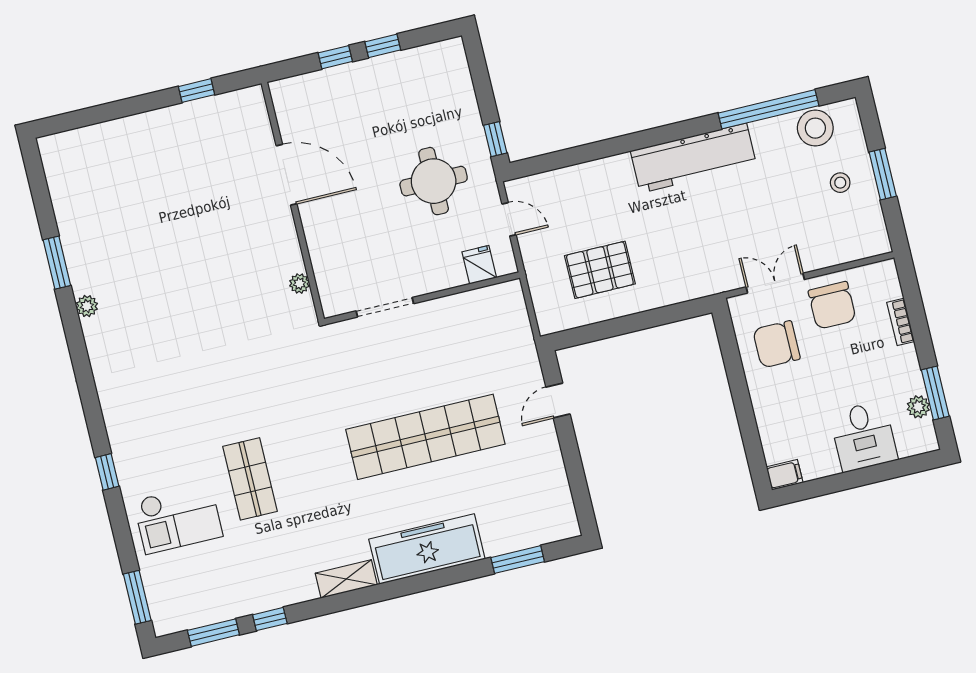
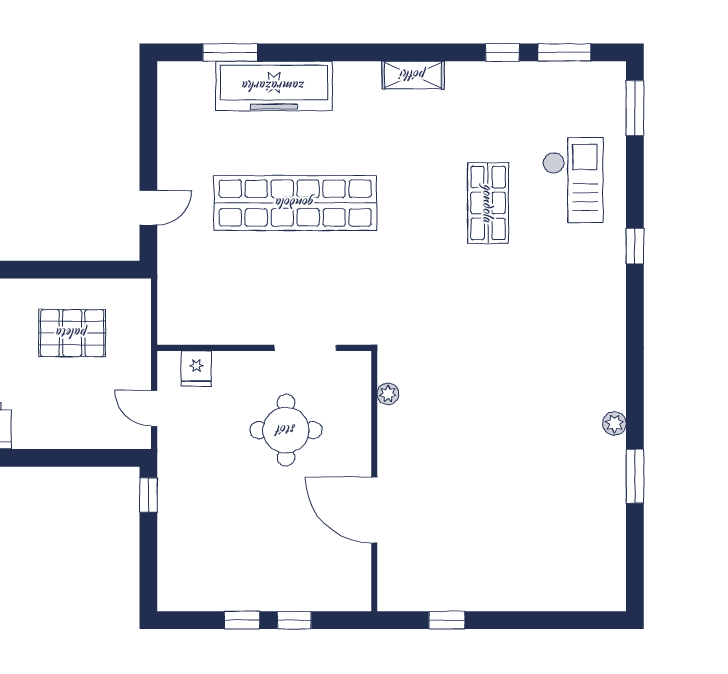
round table: (434, 181) -> (286, 430), moved
checkout: (178, 518) -> (573, 180), turned 90
freezer: (427, 549) -> (274, 86), moved

